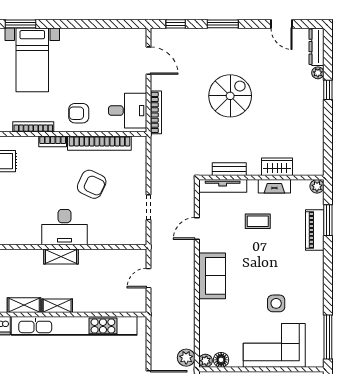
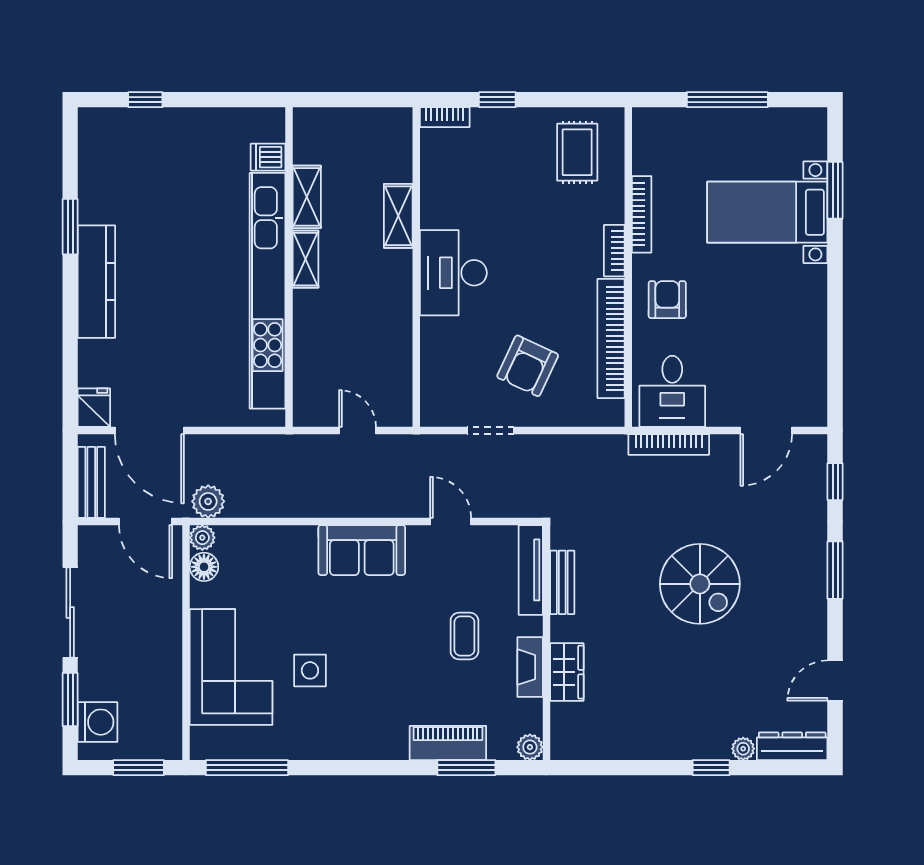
armchair: (92, 184) -> (528, 366), moved
shelving: (61, 256) -> (398, 216), moved

